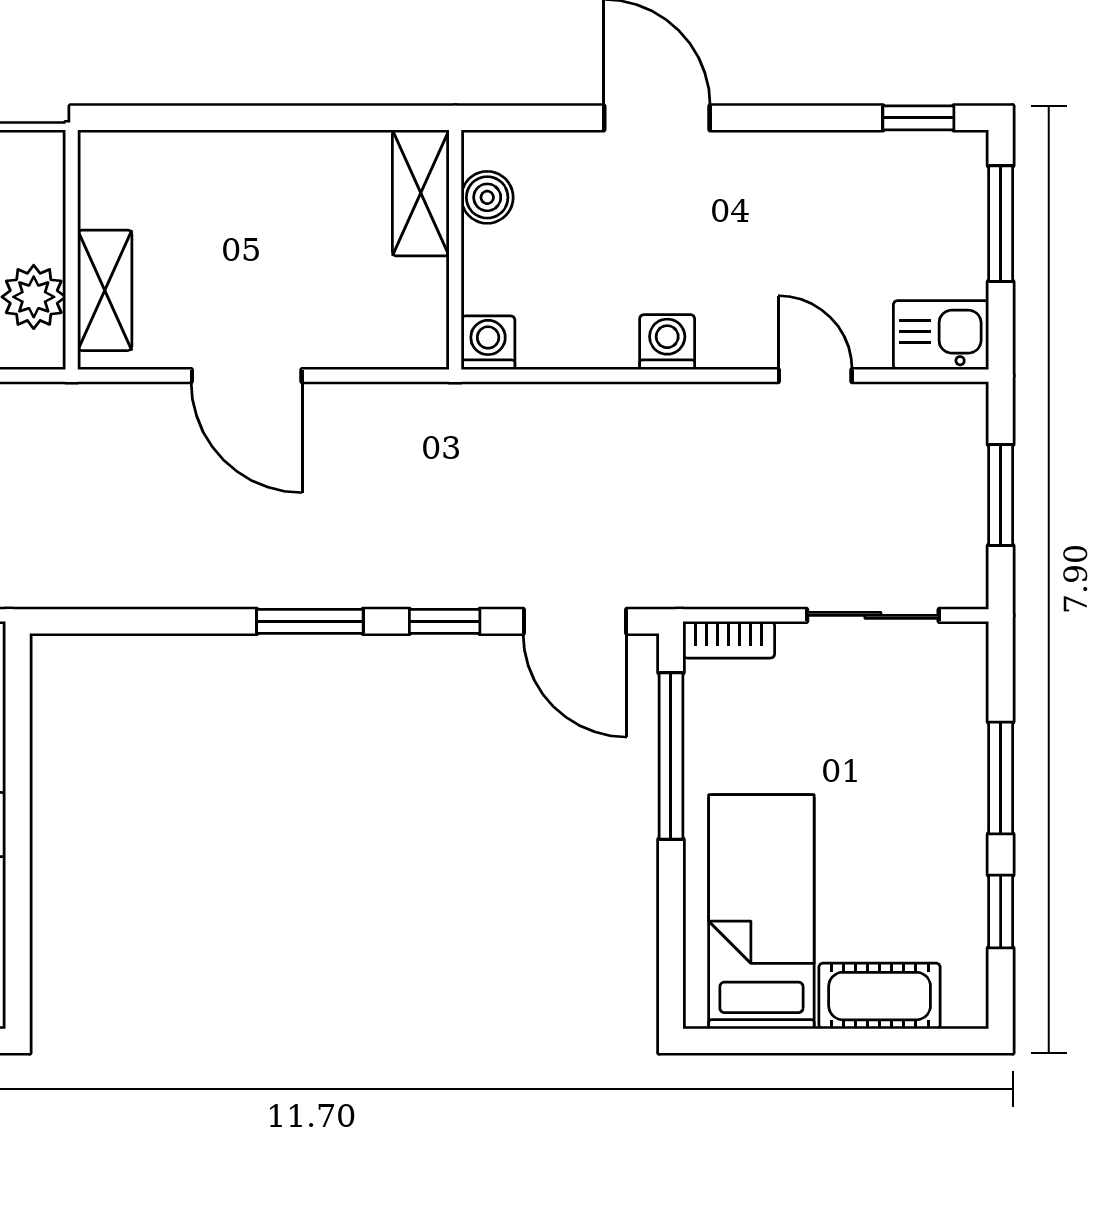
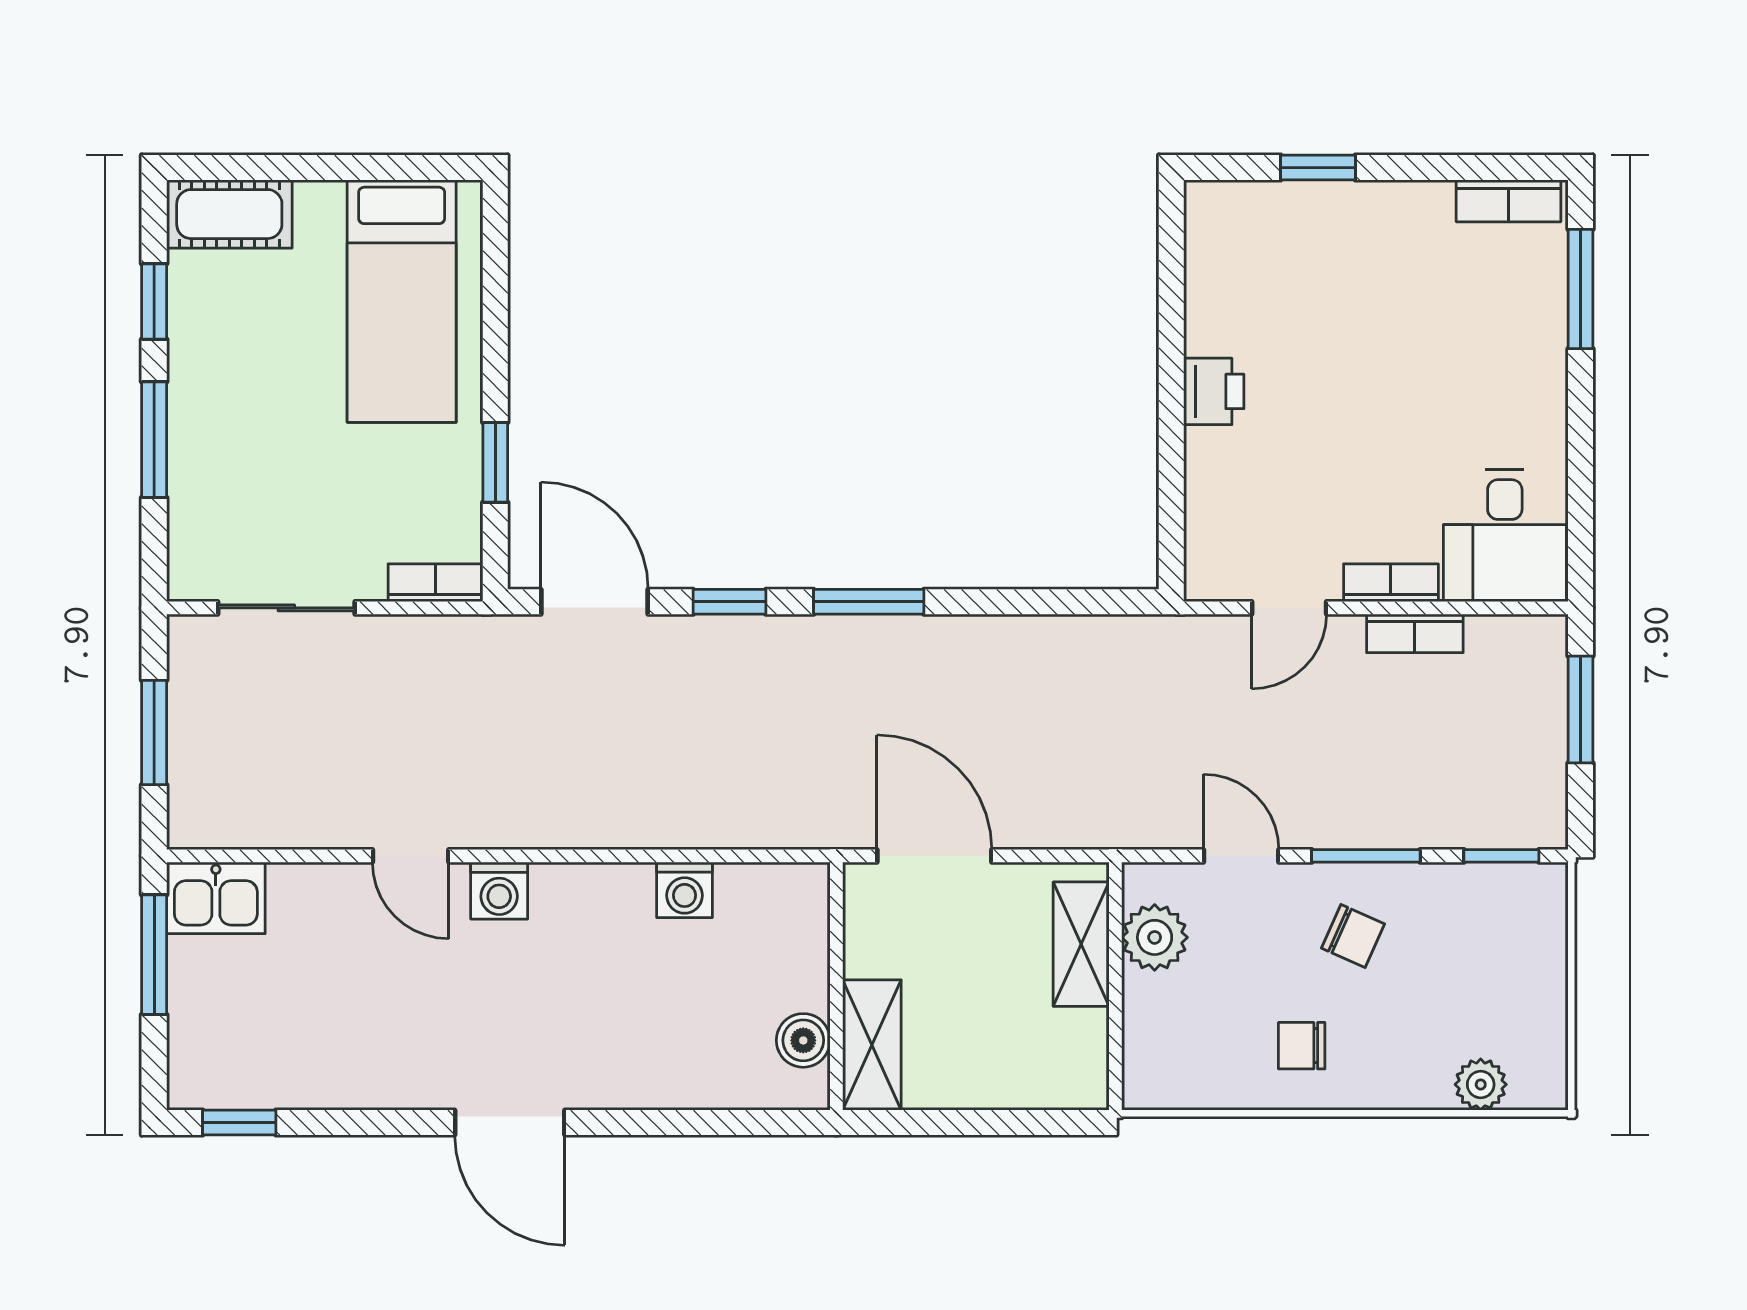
shelving: (421, 193) -> (872, 1045), moved
boiler: (487, 197) -> (803, 1040), moved
window: (1001, 224) -> (154, 955), moved
wall: (455, 250) -> (836, 986), moved
door: (815, 376) -> (411, 856), moved
window: (671, 756) -> (495, 462), width x0.46
cot: (880, 996) -> (229, 214), moved

